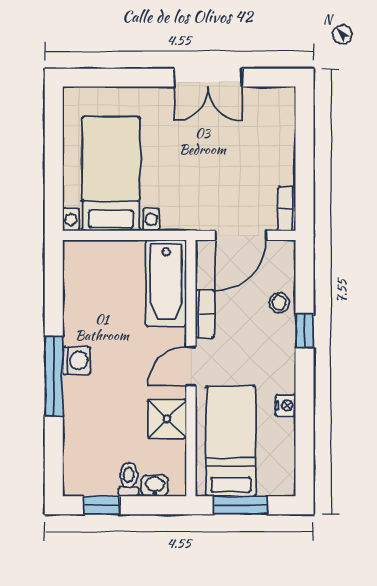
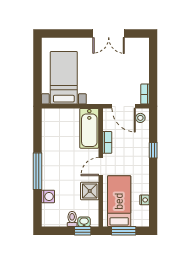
door: (241, 235) -> (124, 106), hinge flipped
stool: (279, 303) -> (140, 118), moved
washing machine: (77, 360) -> (48, 196), moved
nightstand: (286, 405) -> (144, 200), moved
window: (102, 505) -> (83, 231), moved

